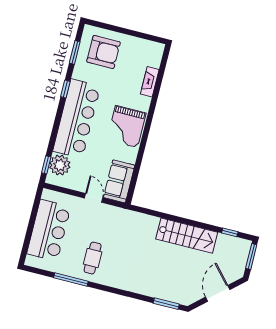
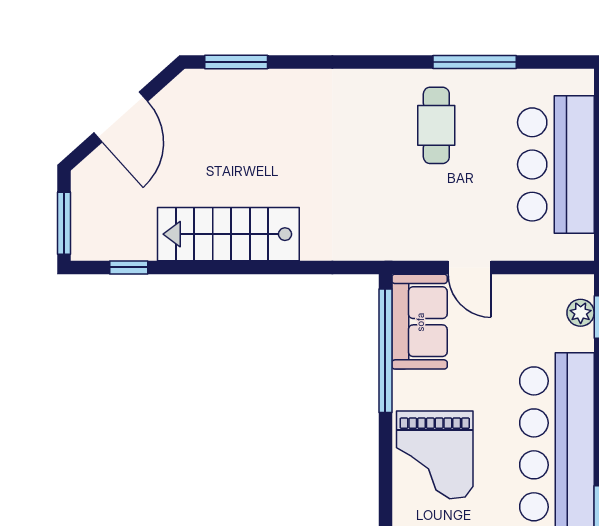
grand piano: (127, 127) -> (435, 455), turned 180
plant: (60, 165) -> (581, 313), width x0.53, depth x0.53
window: (136, 173) -> (385, 351), added

